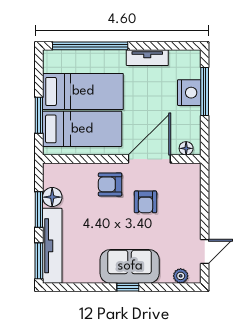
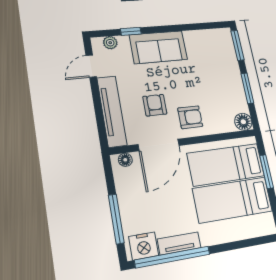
window: (90, 46) -> (172, 257), moved
nightstand: (189, 93) -> (144, 246), moved, turned -90
floor lamp: (52, 197) -> (243, 122), moved
tv unit: (52, 246) -> (112, 111), moved, turned 180
window: (128, 287) -> (131, 31), moved

